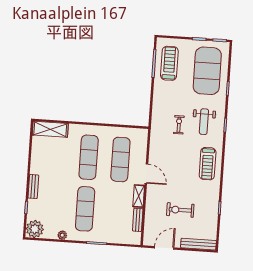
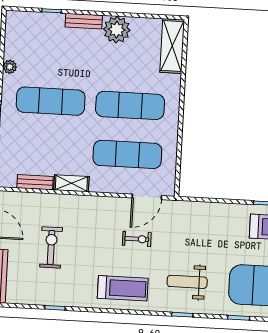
exercise bike: (179, 125) -> (137, 239), moved
treadmill: (208, 164) -> (123, 288), turned 180
door: (146, 174) -> (147, 197), moved
plant: (35, 229) -> (117, 30), moved

